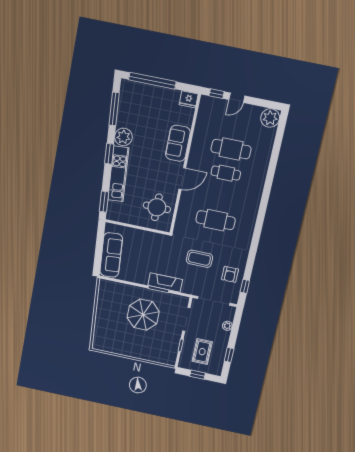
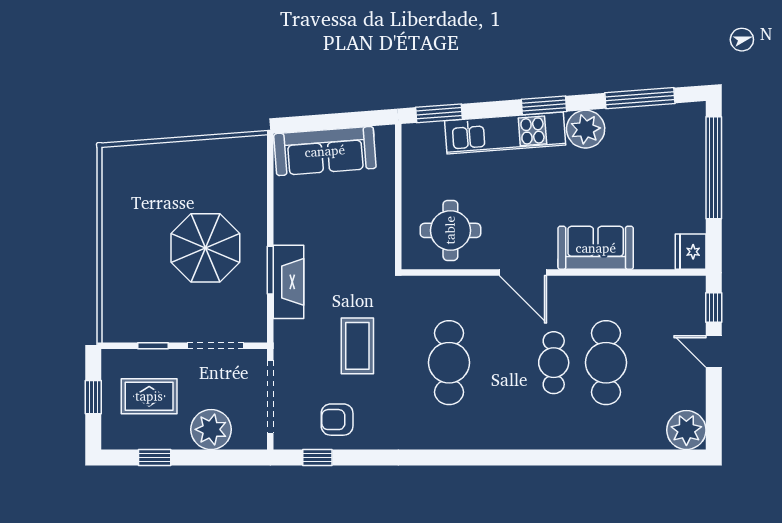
plant: (227, 326) -> (211, 429), width x1.87, depth x1.87

